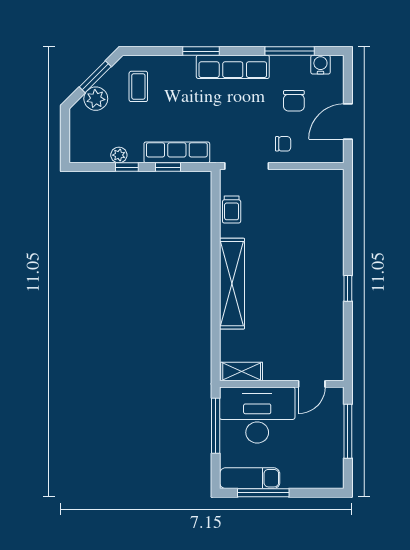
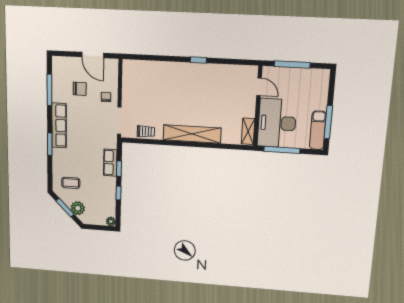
water cooler: (320, 65) -> (58, 71), removed
row of seats: (177, 152) -> (110, 163), width x0.68
plant: (119, 155) -> (111, 222), moved

